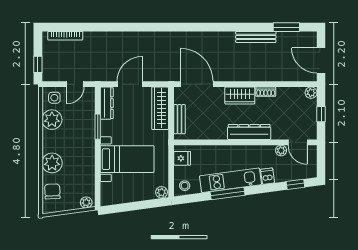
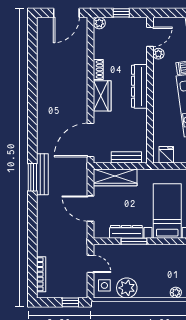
window: (286, 27) -> (32, 177), moved
bench: (256, 37) -> (42, 174), moved
dresser: (107, 103) -> (126, 232), moved
plant: (52, 163) -> (176, 293), width x0.53, depth x0.53

